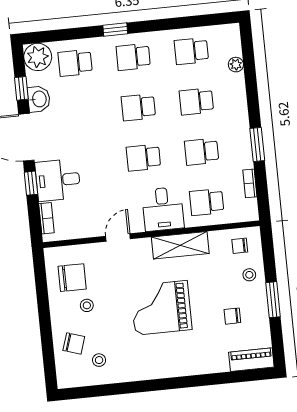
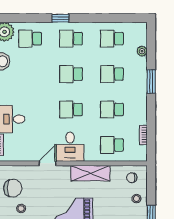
window: (257, 144) -> (151, 81), moved
desk: (163, 209) -> (70, 147), moved

